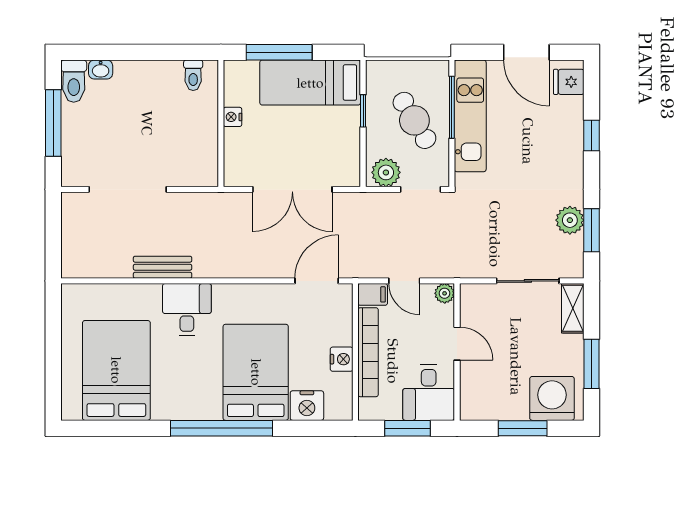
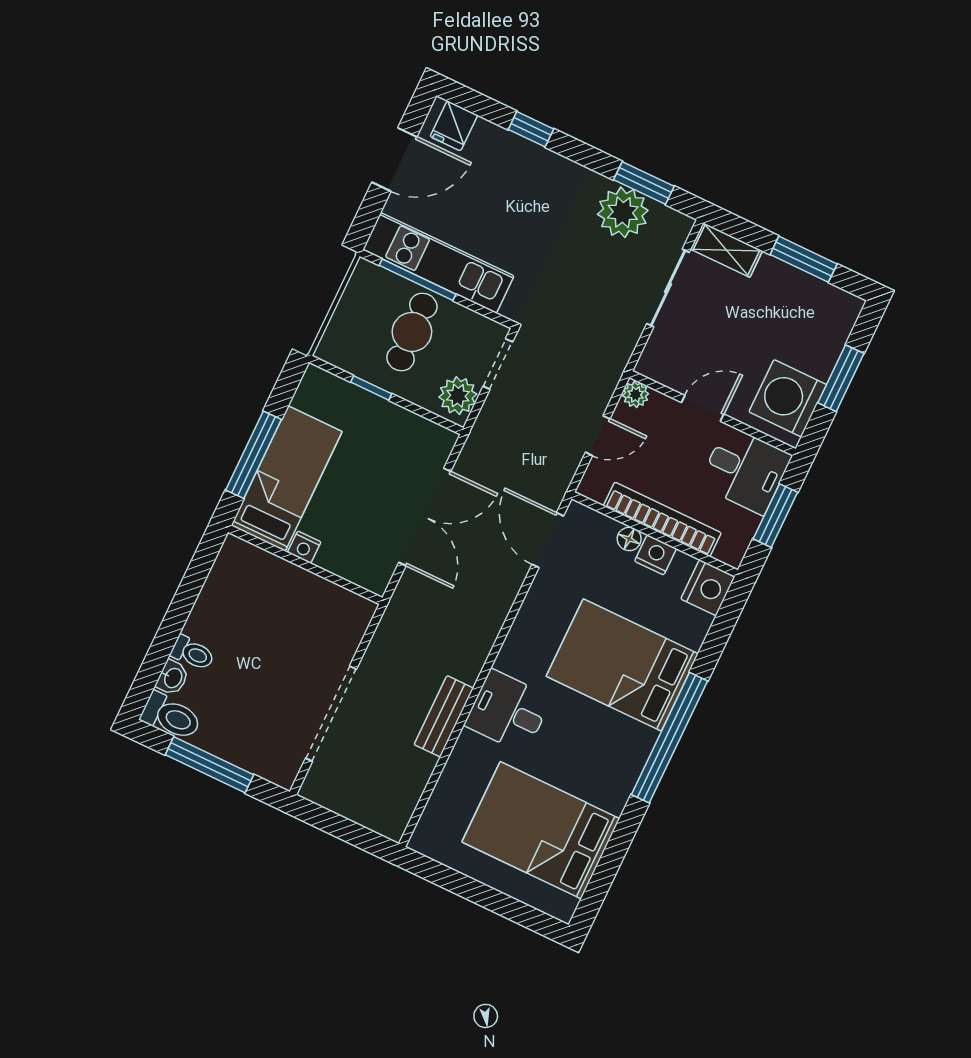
toilet: (193, 75) -> (193, 653), moved
bed: (310, 83) -> (287, 479), moved, turned 180
cafe table: (414, 120) -> (412, 332), turned -61
plant: (570, 220) -> (623, 212), width x1.36, depth x1.36
filing cabinet: (373, 294) -> (596, 481), removed
floor lamp: (344, 336) -> (629, 539), added
washing machine: (552, 398) -> (788, 398), moved
nightstand: (307, 406) -> (708, 588), moved

